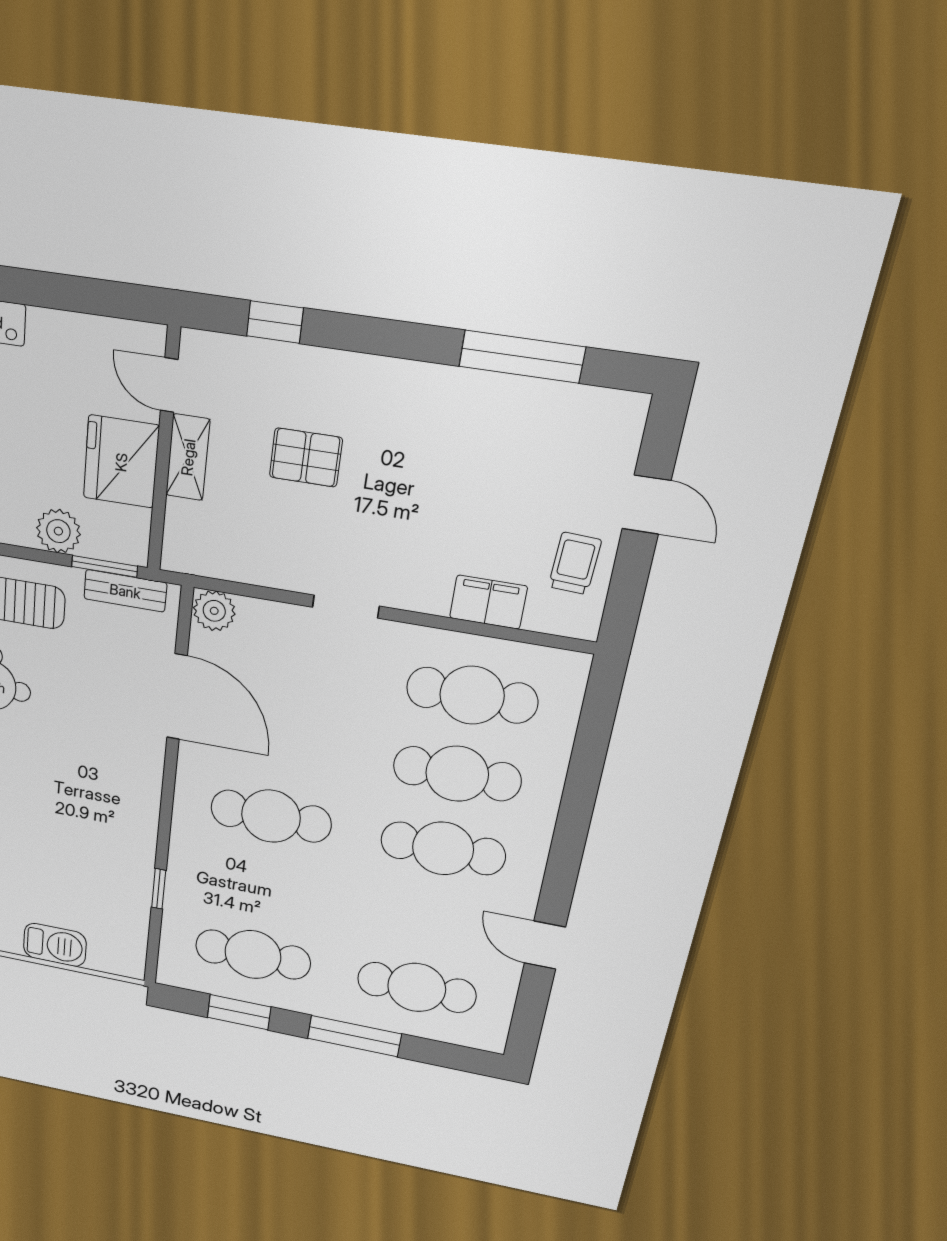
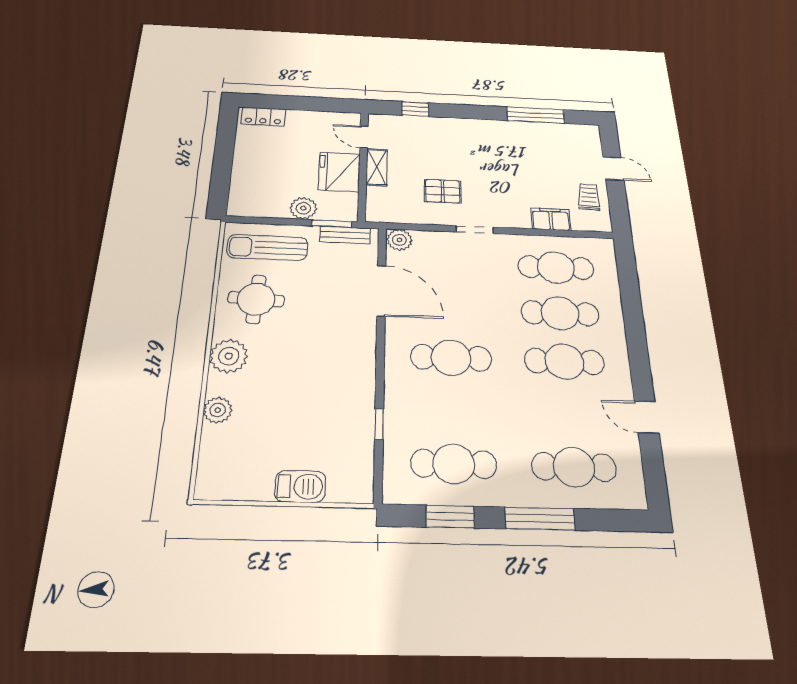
pallet: (306, 457) -> (443, 191), moved

